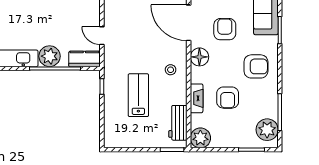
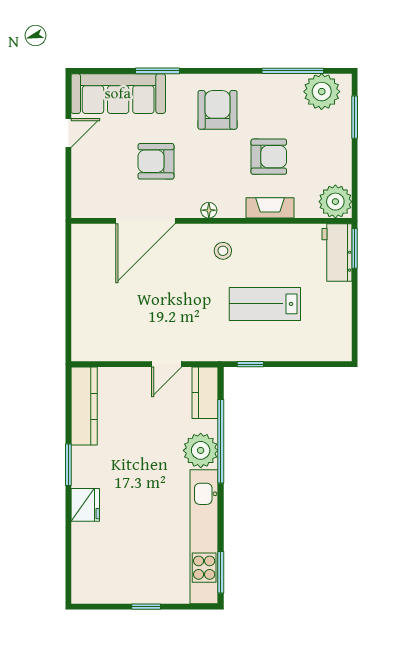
floor lamp: (199, 57) -> (209, 210), width x0.53, depth x0.53
workbench: (178, 123) -> (337, 253), moved, turned 90

